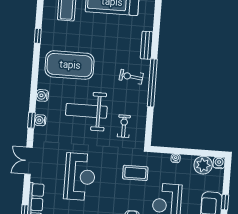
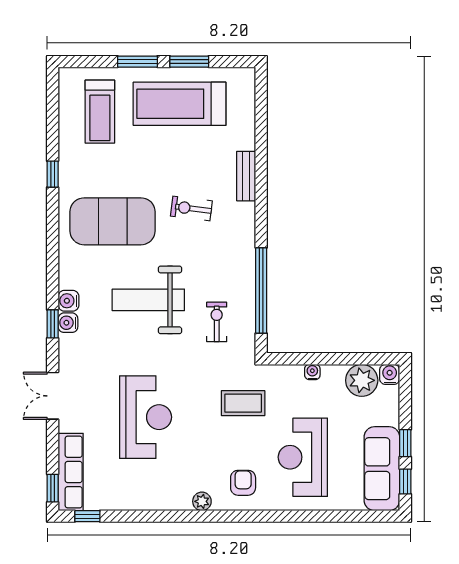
exercise bike: (131, 77) -> (191, 208), moved
window: (152, 83) -> (261, 290), moved
water cooler: (42, 95) -> (69, 301), moved

